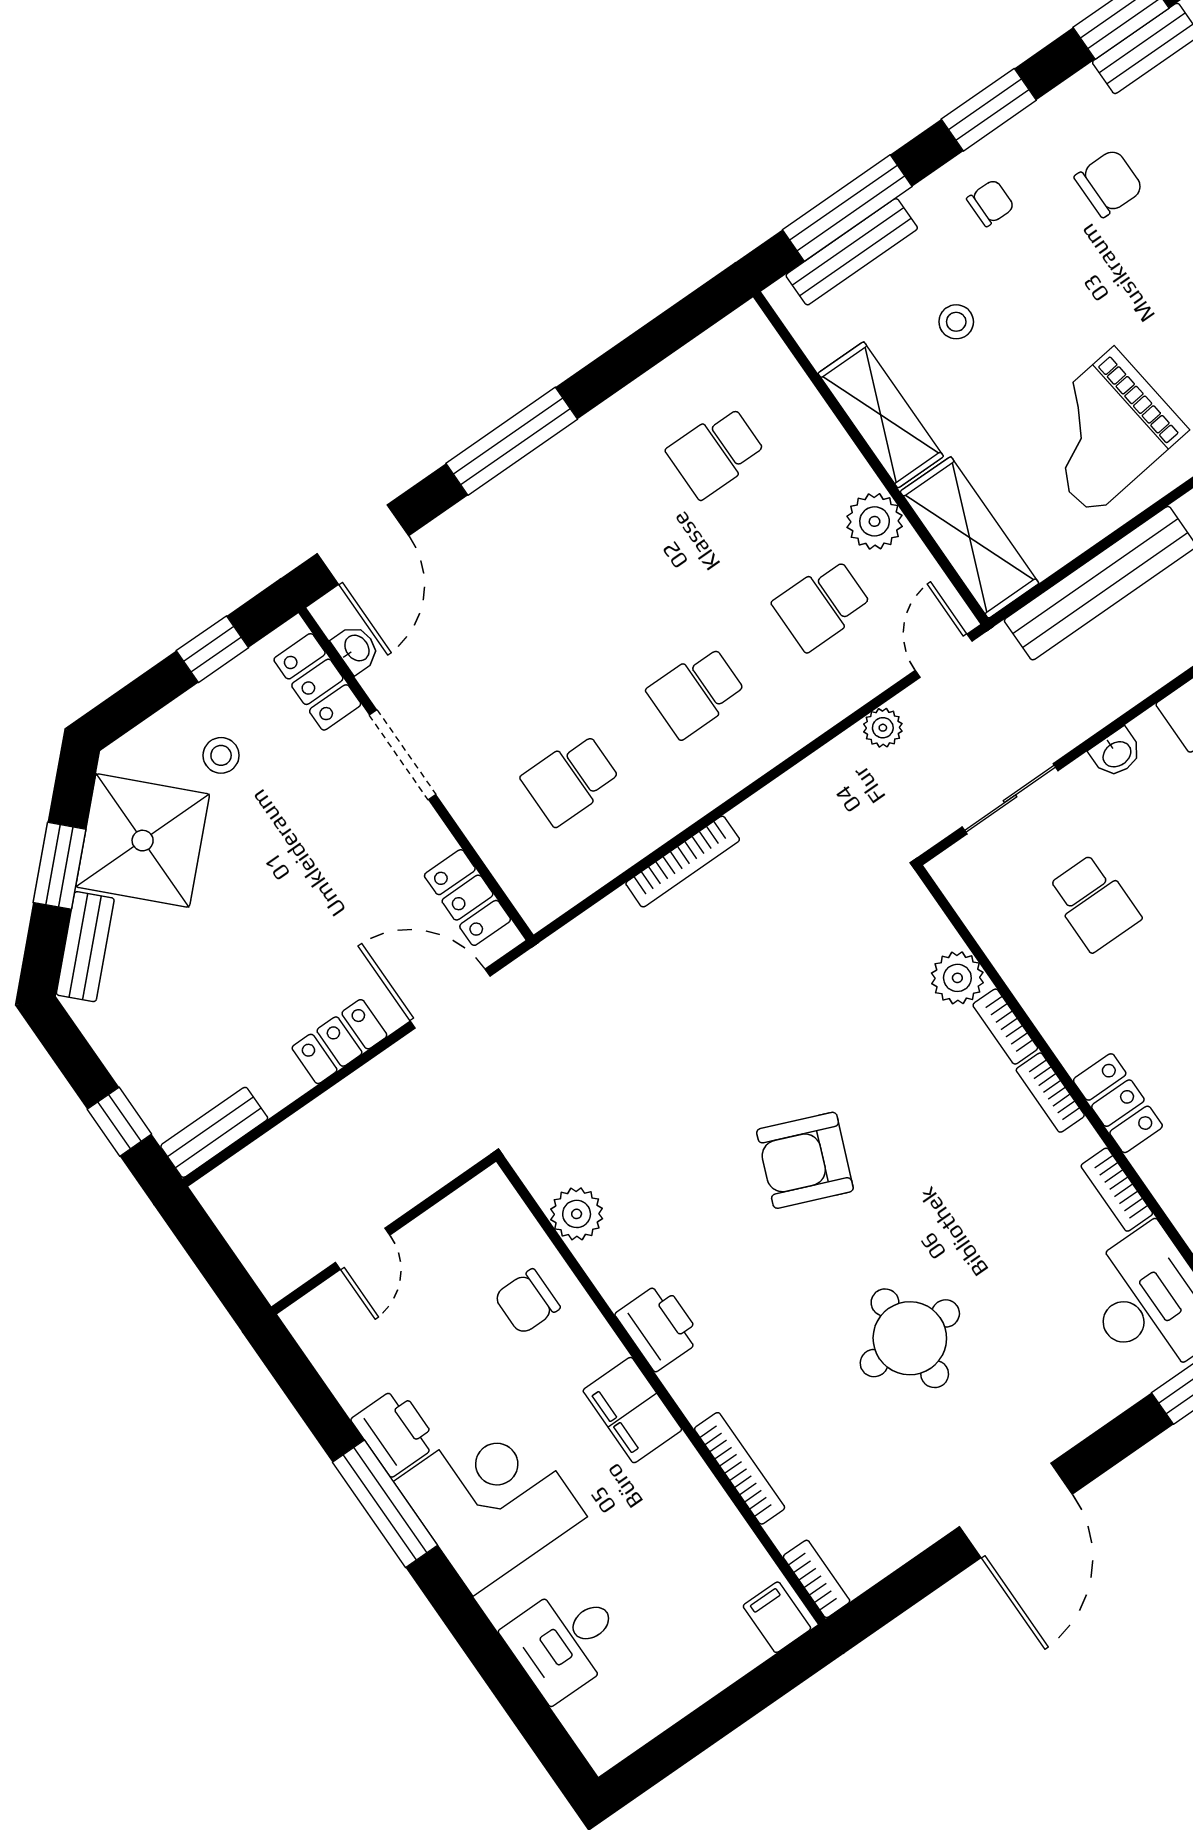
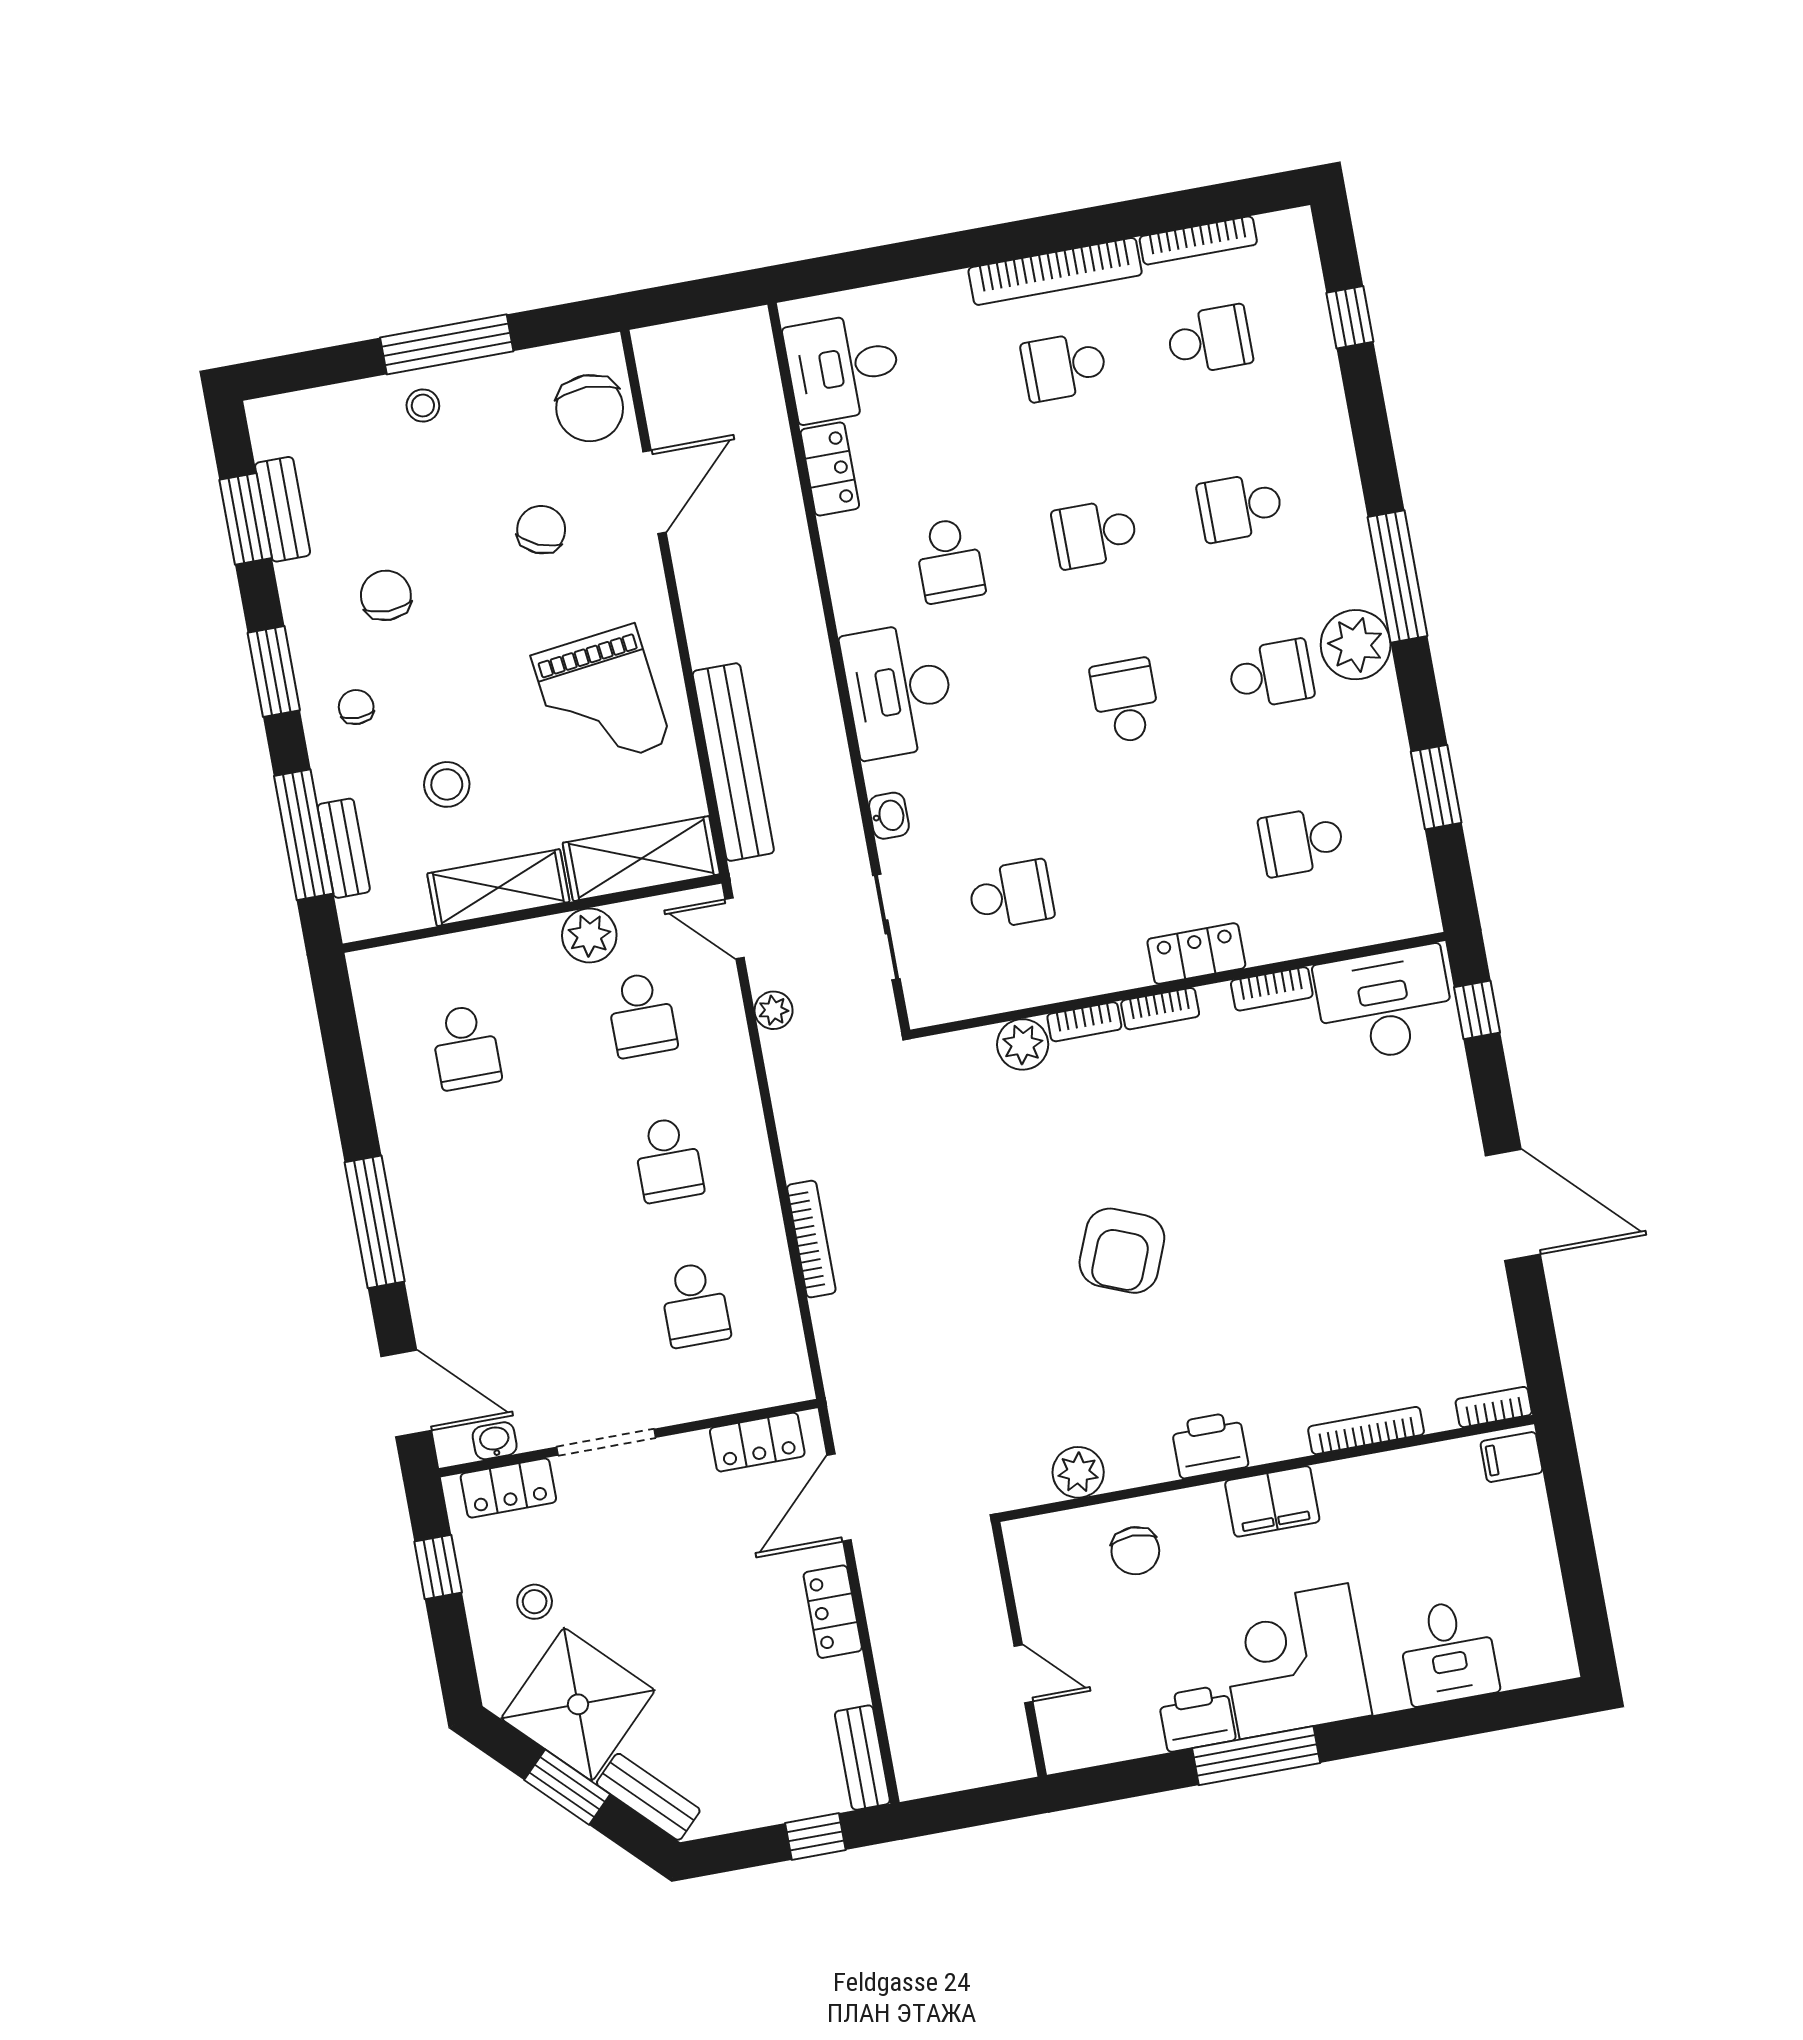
bench: (852, 252) -> (344, 848), width x0.73
stool: (956, 322) -> (447, 784), width x1.37, depth x1.37
round table: (910, 1338) -> (1320, 1230), removed

